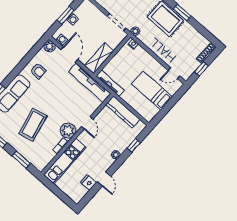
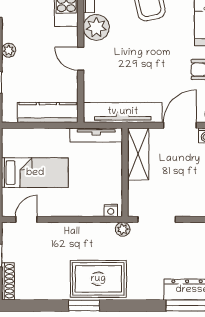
door: (69, 55) -> (180, 125), swing flipped

